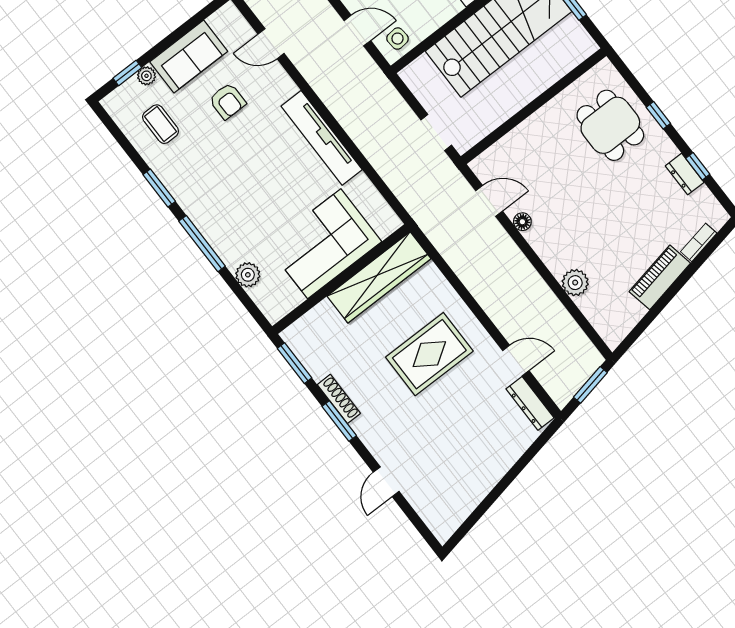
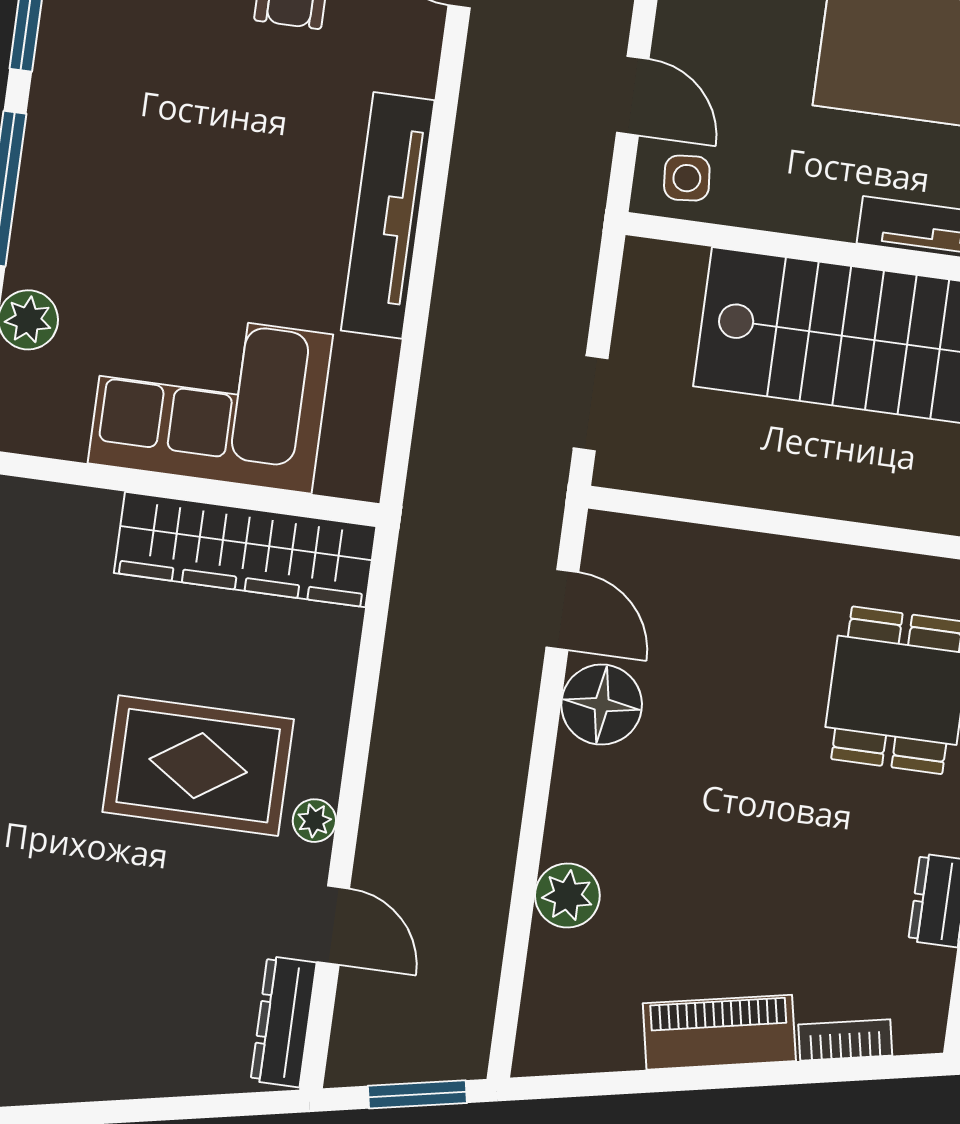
floor lamp: (522, 222) -> (602, 705), width x1.89, depth x1.89
plant: (479, 336) -> (314, 821), added

